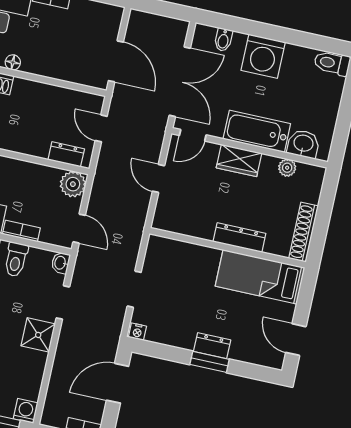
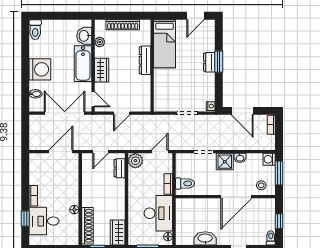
shoe rack: (303, 232) -> (123, 25), moved
washbasin: (61, 263) -> (240, 158), moved

